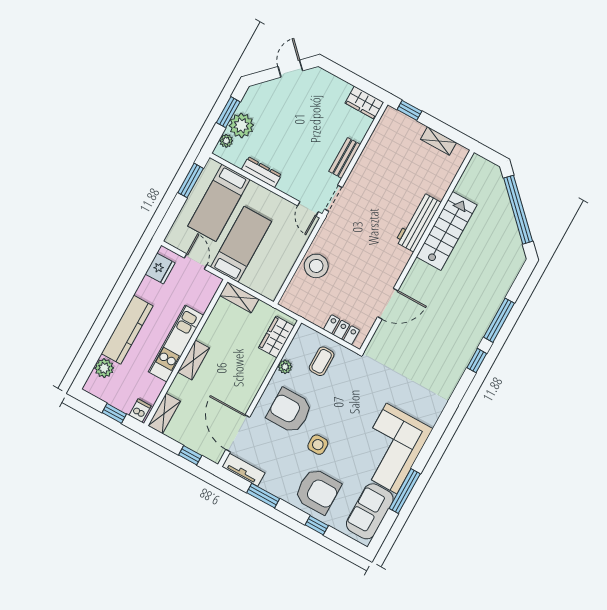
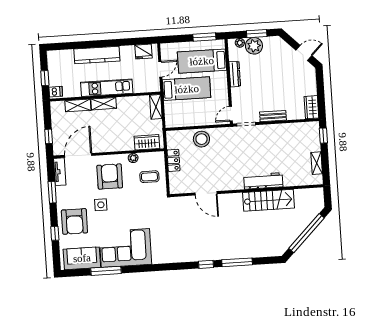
locker: (341, 330) -> (173, 160), moved
plant: (104, 368) -> (67, 56), removed
shelving: (164, 414) -> (78, 105), moved

